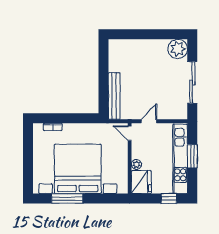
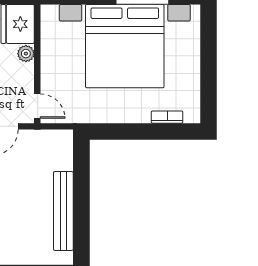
bench: (114, 96) -> (63, 211), moved

